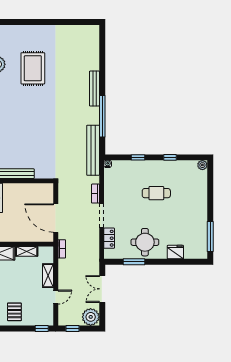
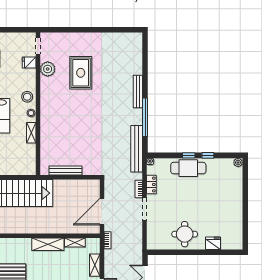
window: (138, 157) -> (189, 155), moved
cafe table: (156, 193) -> (188, 168), moved, width x1.37, depth x1.35
door: (56, 218) -> (102, 212), hinge flipped
window: (210, 236) -> (245, 229), removed
locker: (109, 238) -> (151, 184), moved
window: (134, 262) -> (174, 252), removed

